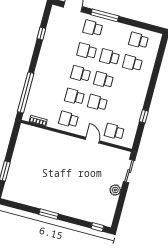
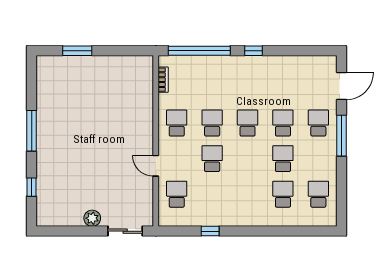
window: (41, 34) -> (253, 51), moved
school desk: (103, 80) -> (248, 159), removed
door: (92, 140) -> (156, 166), swing flipped
window: (49, 214) -> (32, 131), width x1.44
window: (97, 227) -> (32, 187), moved

